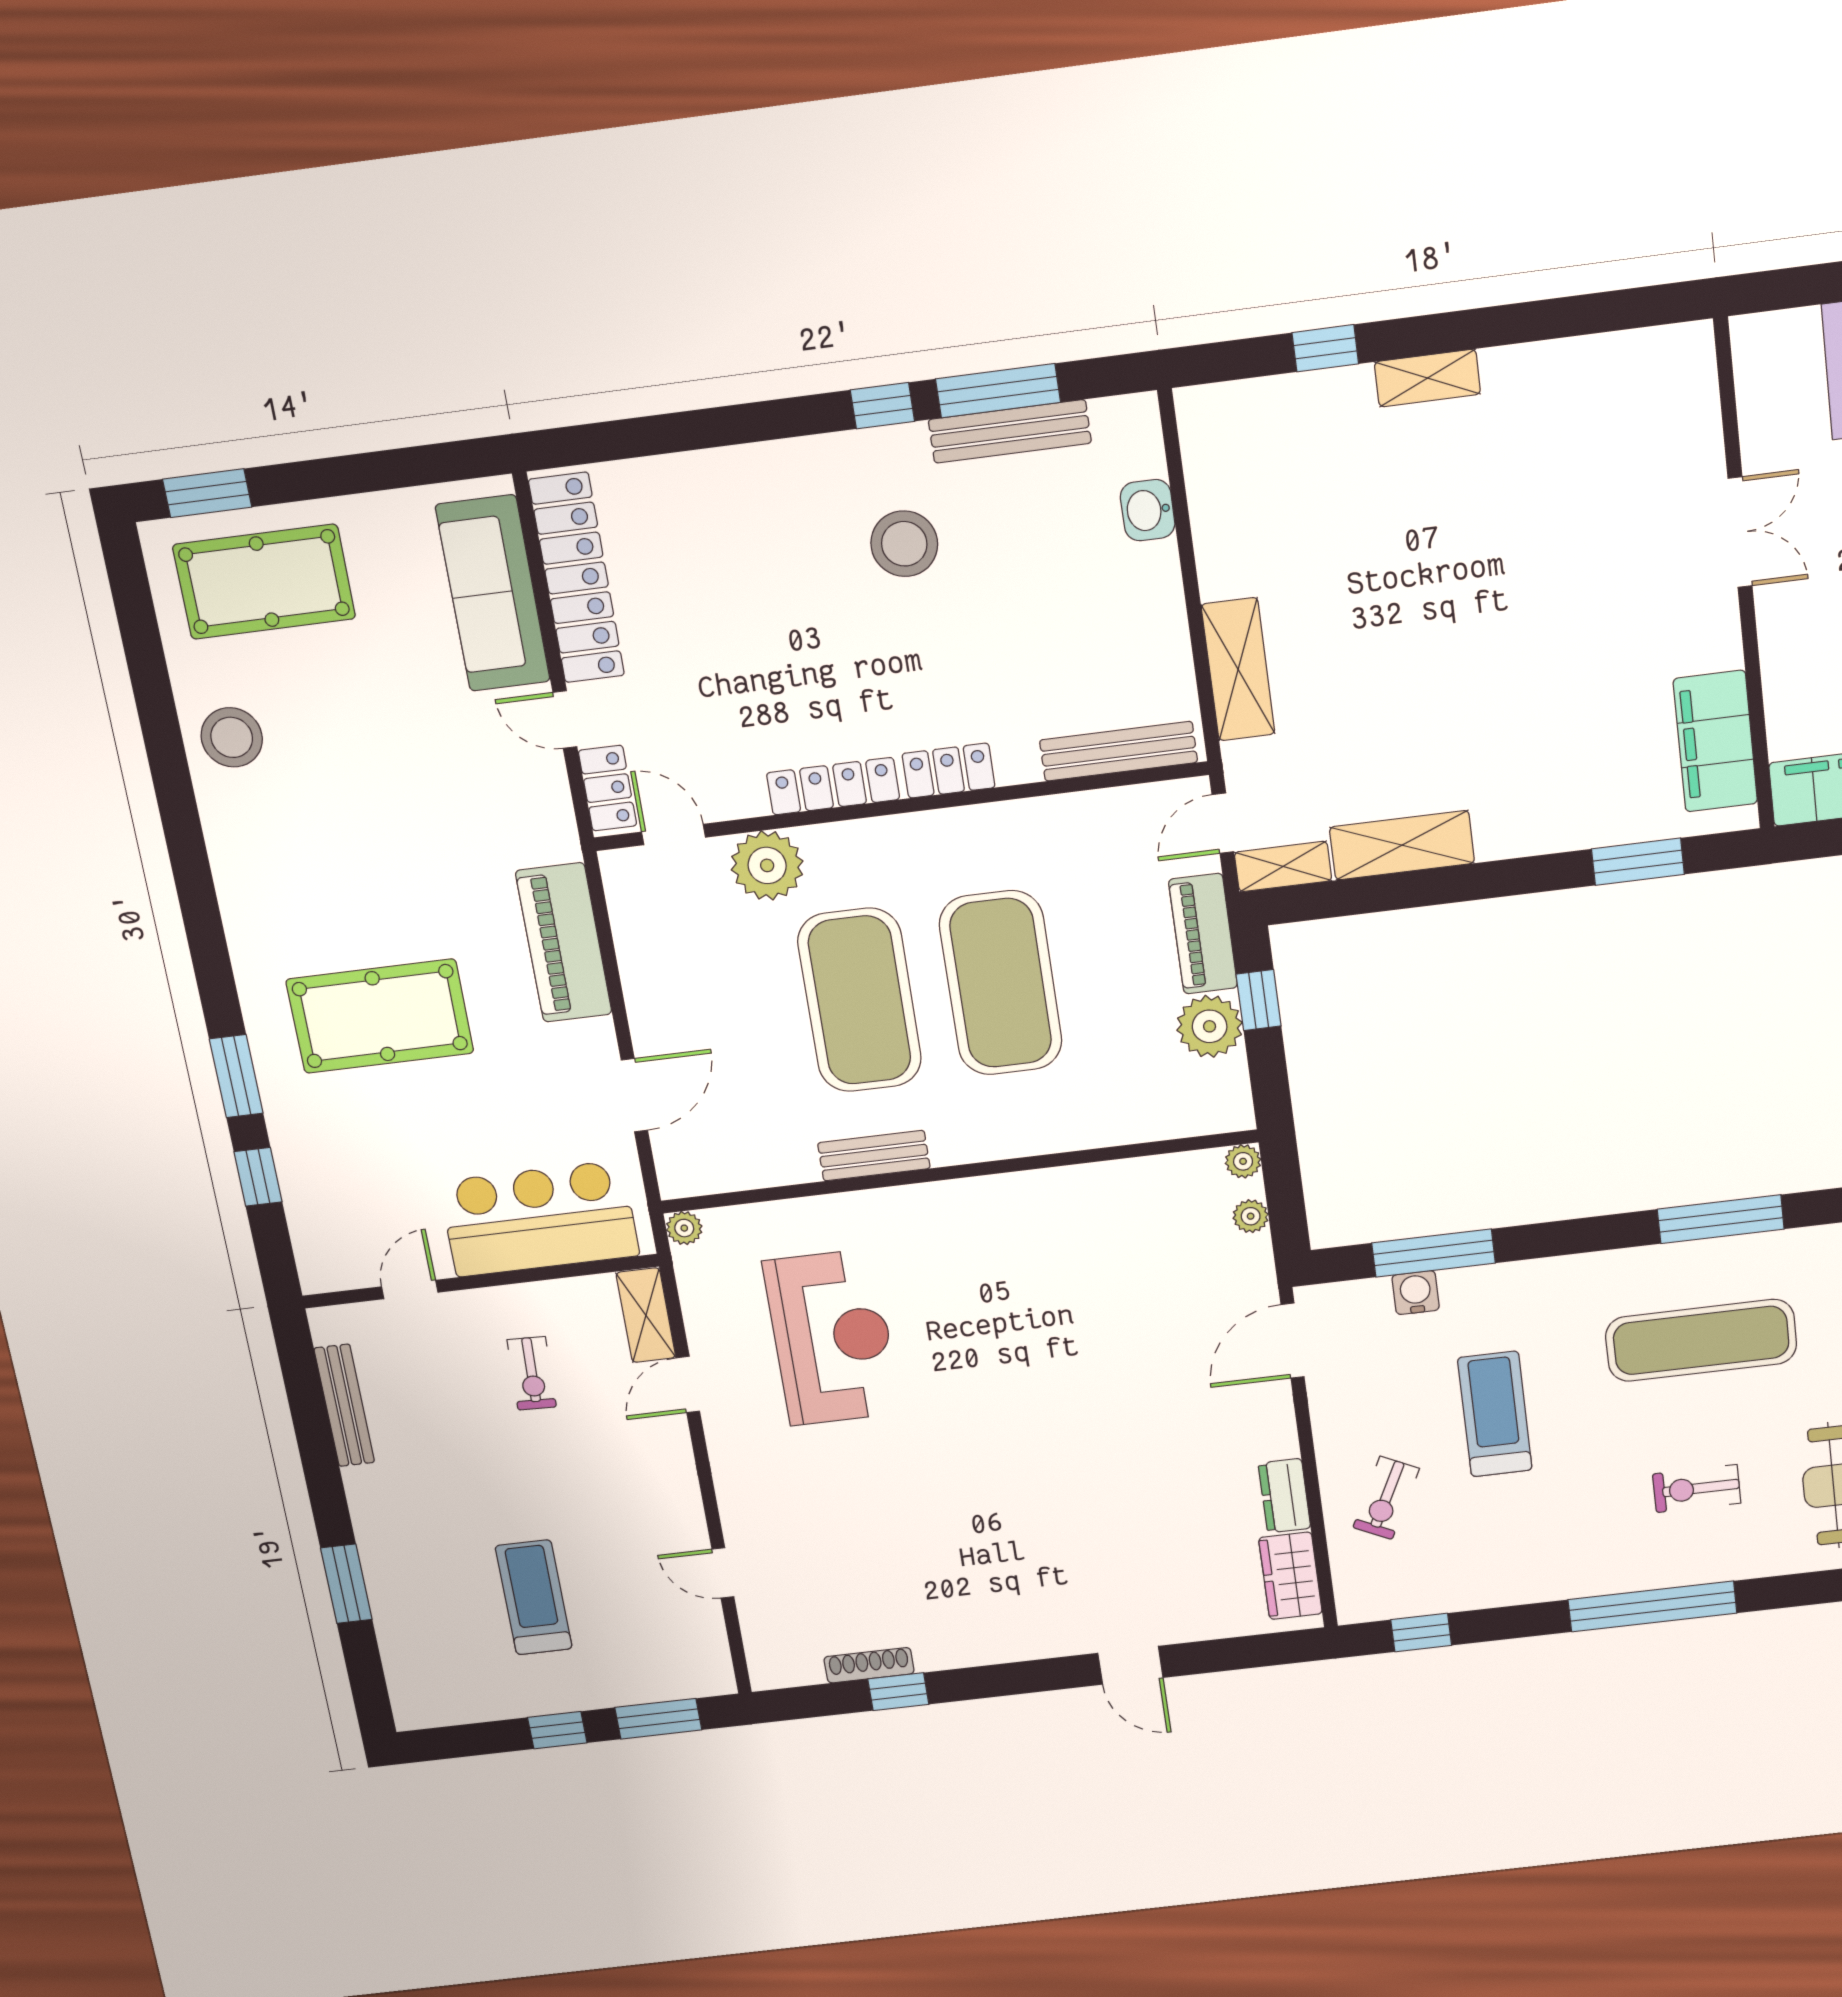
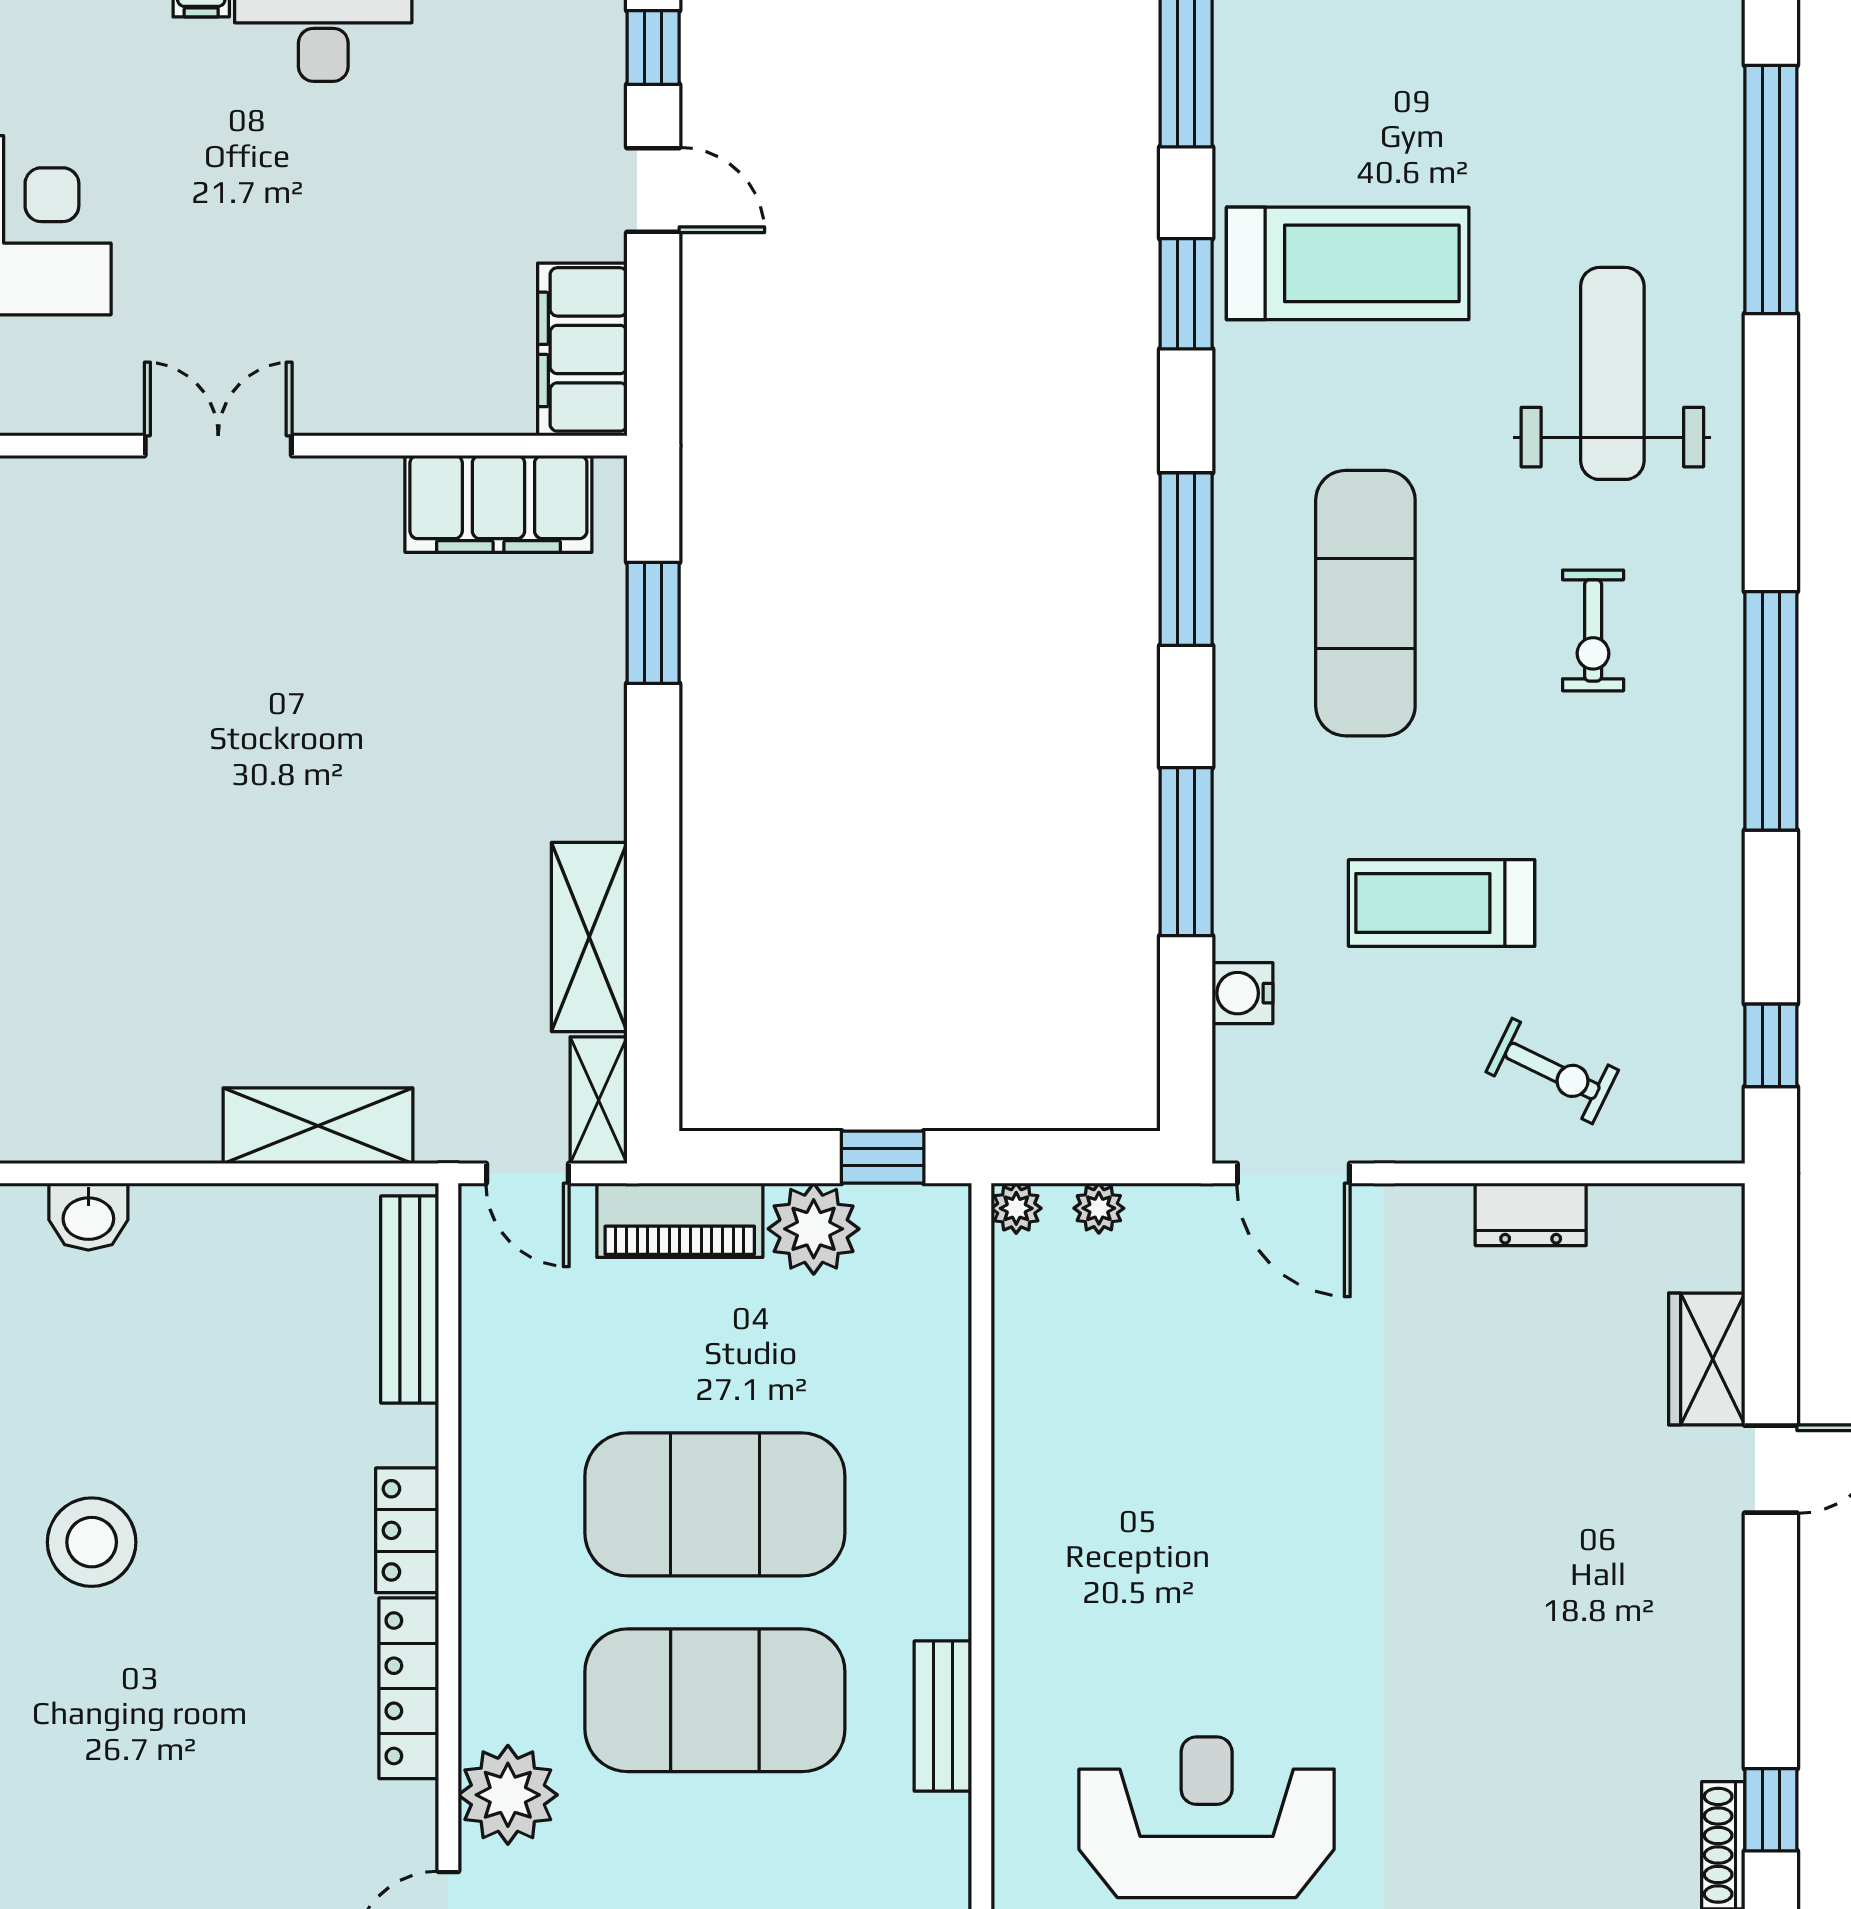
window: (1259, 1000) -> (883, 1157), moved
window: (1433, 1253) -> (1186, 852), moved
wardrobe: (1291, 1576) -> (1707, 1359), moved, turned 90

